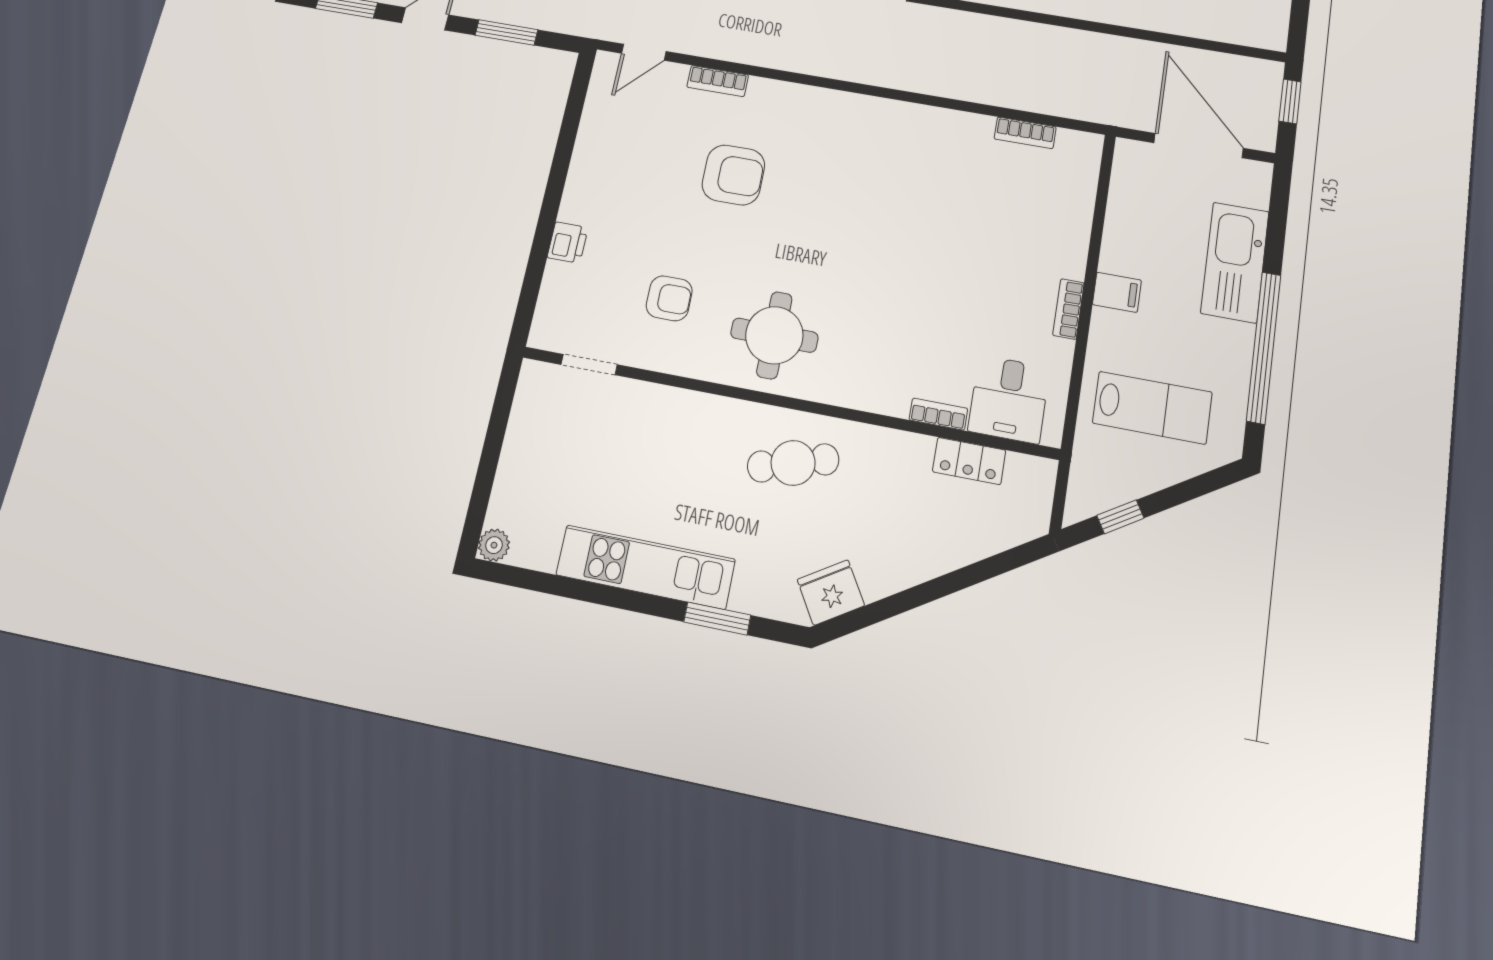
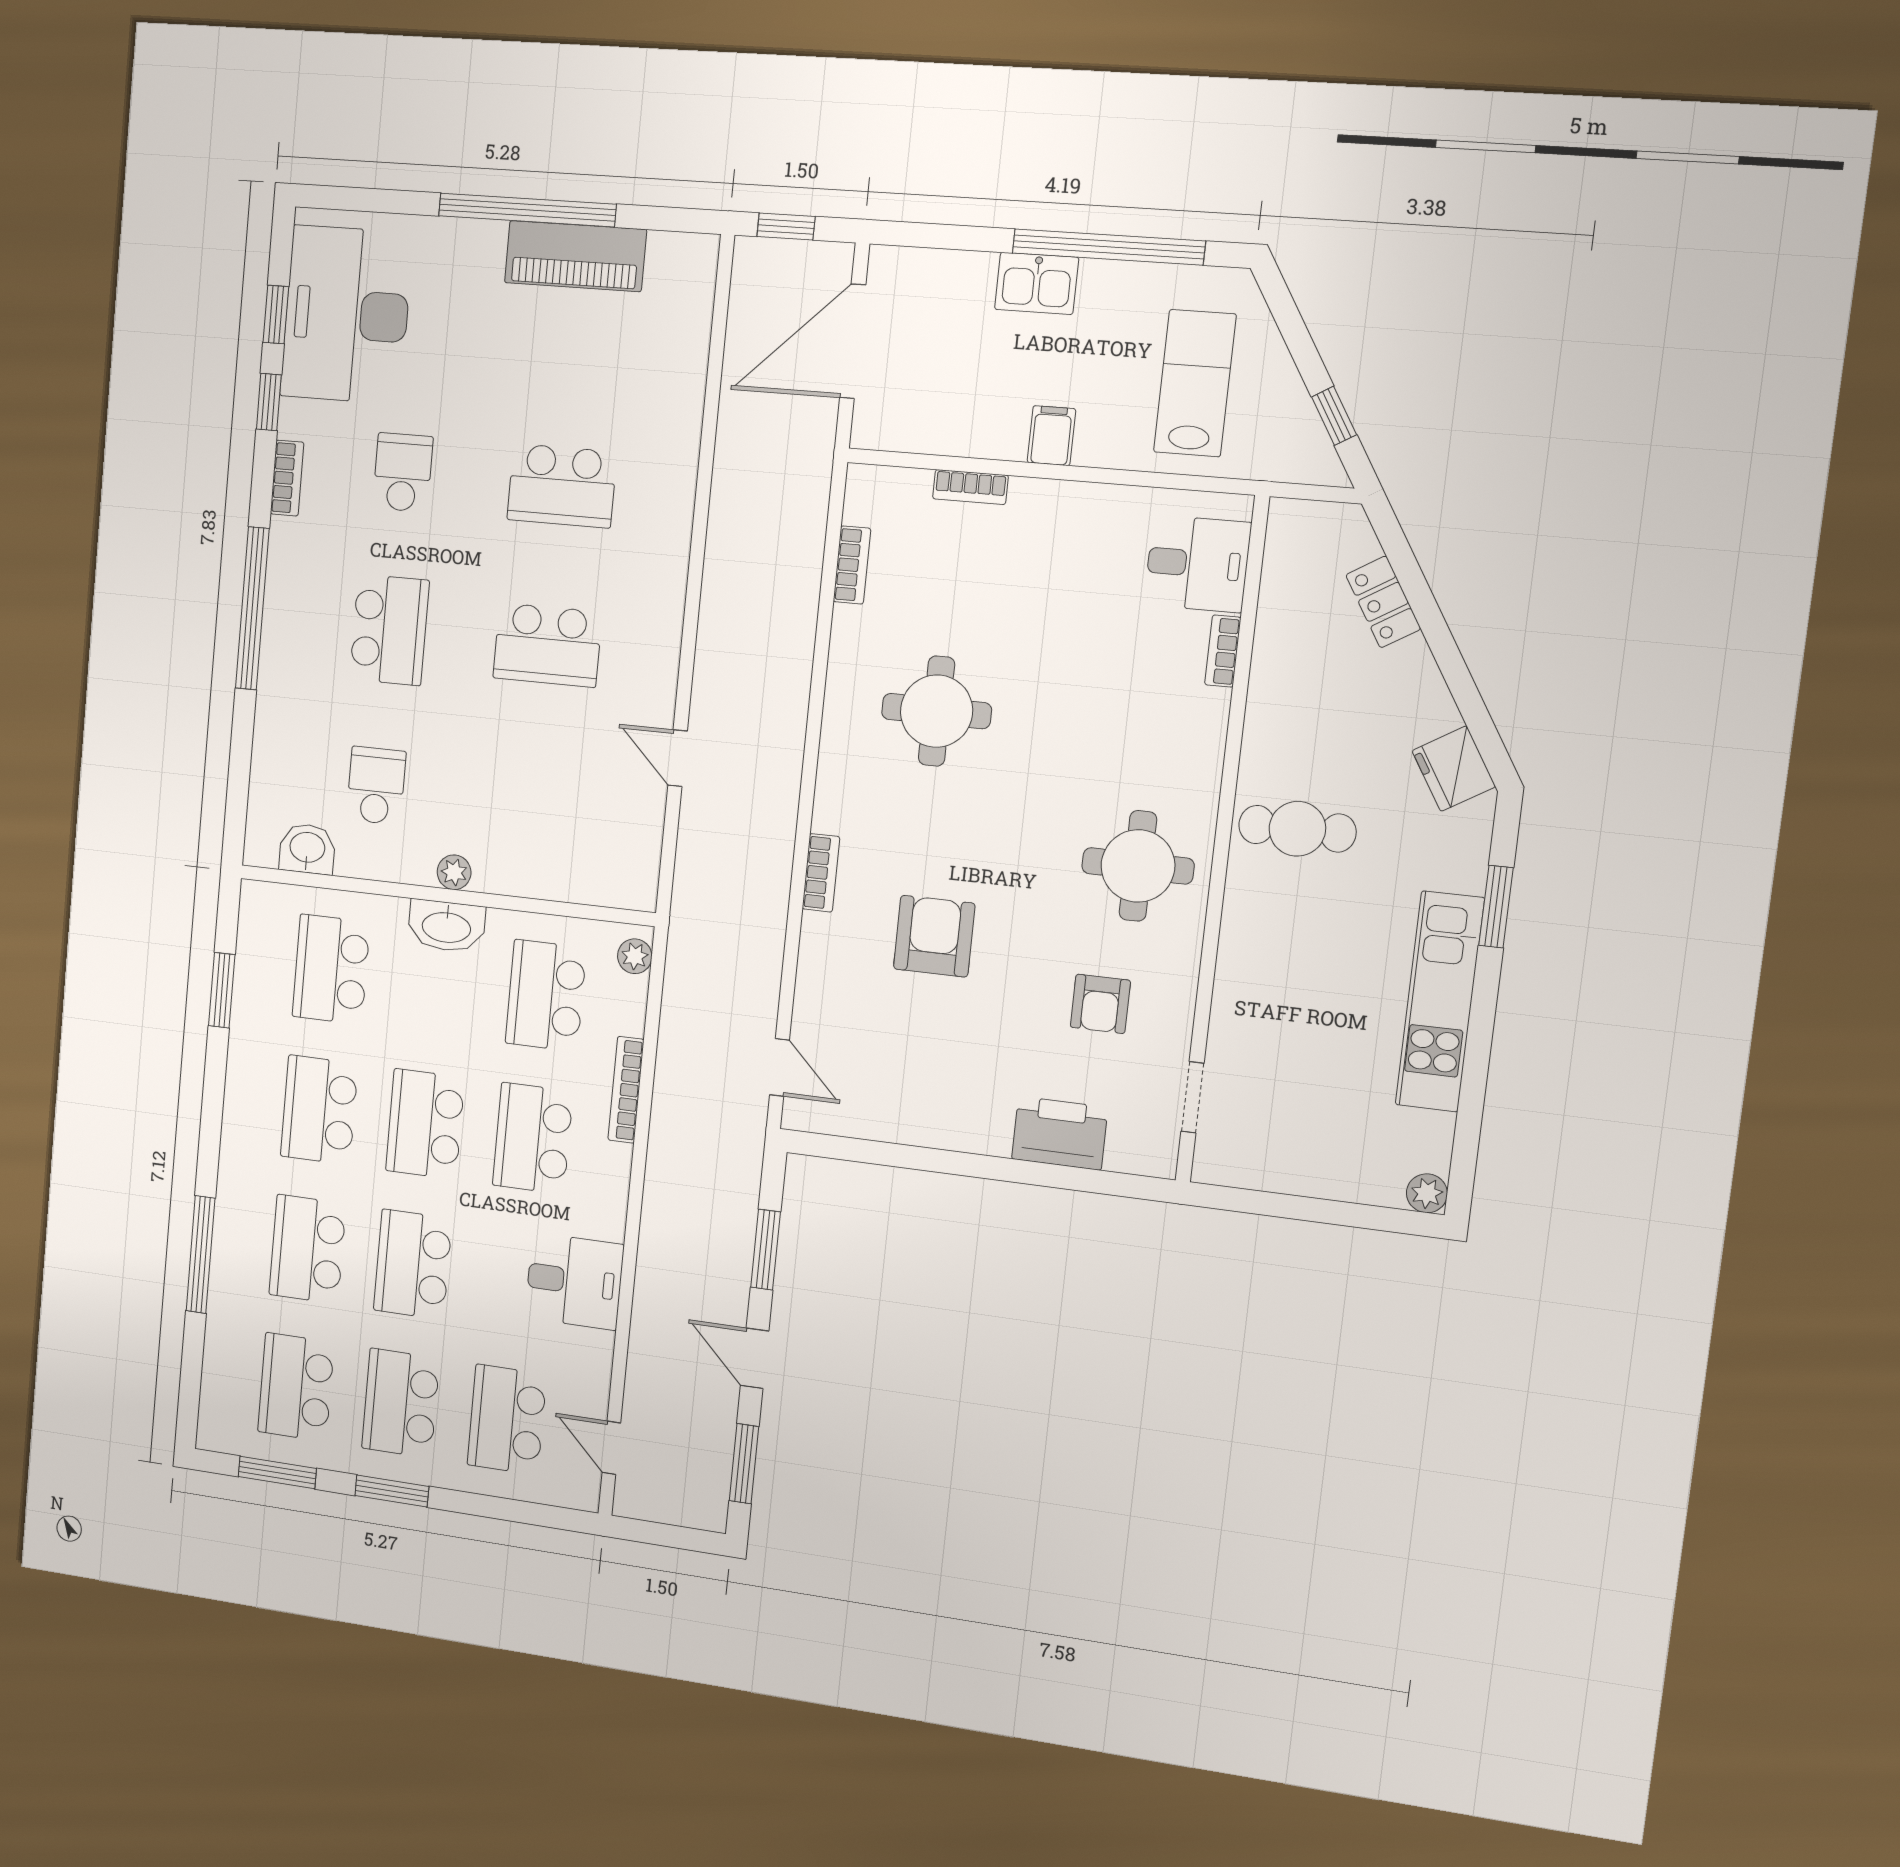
bookcase: (718, 81) -> (821, 873), moved
round table: (907, 189) -> (937, 711), added
printer: (568, 243) -> (1060, 1133), width x1.87, depth x1.48
kitchen sink: (1235, 262) -> (1037, 283), width x0.53, depth x0.81
armchair: (669, 298) -> (1100, 1004), turned 180
bookcase: (1068, 309) -> (970, 487), moved
locker: (969, 461) -> (1383, 602), moved, turned 149
cafe table: (793, 463) -> (1297, 829), turned -73

